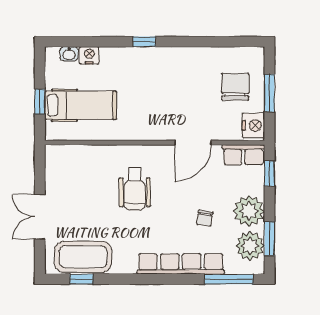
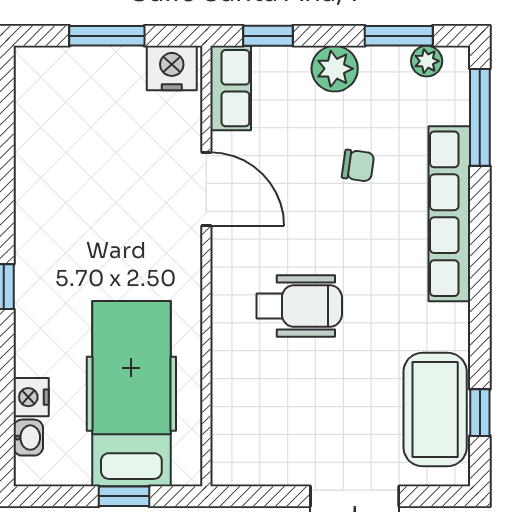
chair: (235, 87) -> (94, 105), removed
hospital bed: (81, 105) -> (131, 394), width x1.37, depth x1.29
plant: (249, 211) -> (335, 69), width x0.73, depth x0.73
plant: (250, 246) -> (427, 61), width x0.53, depth x0.53

